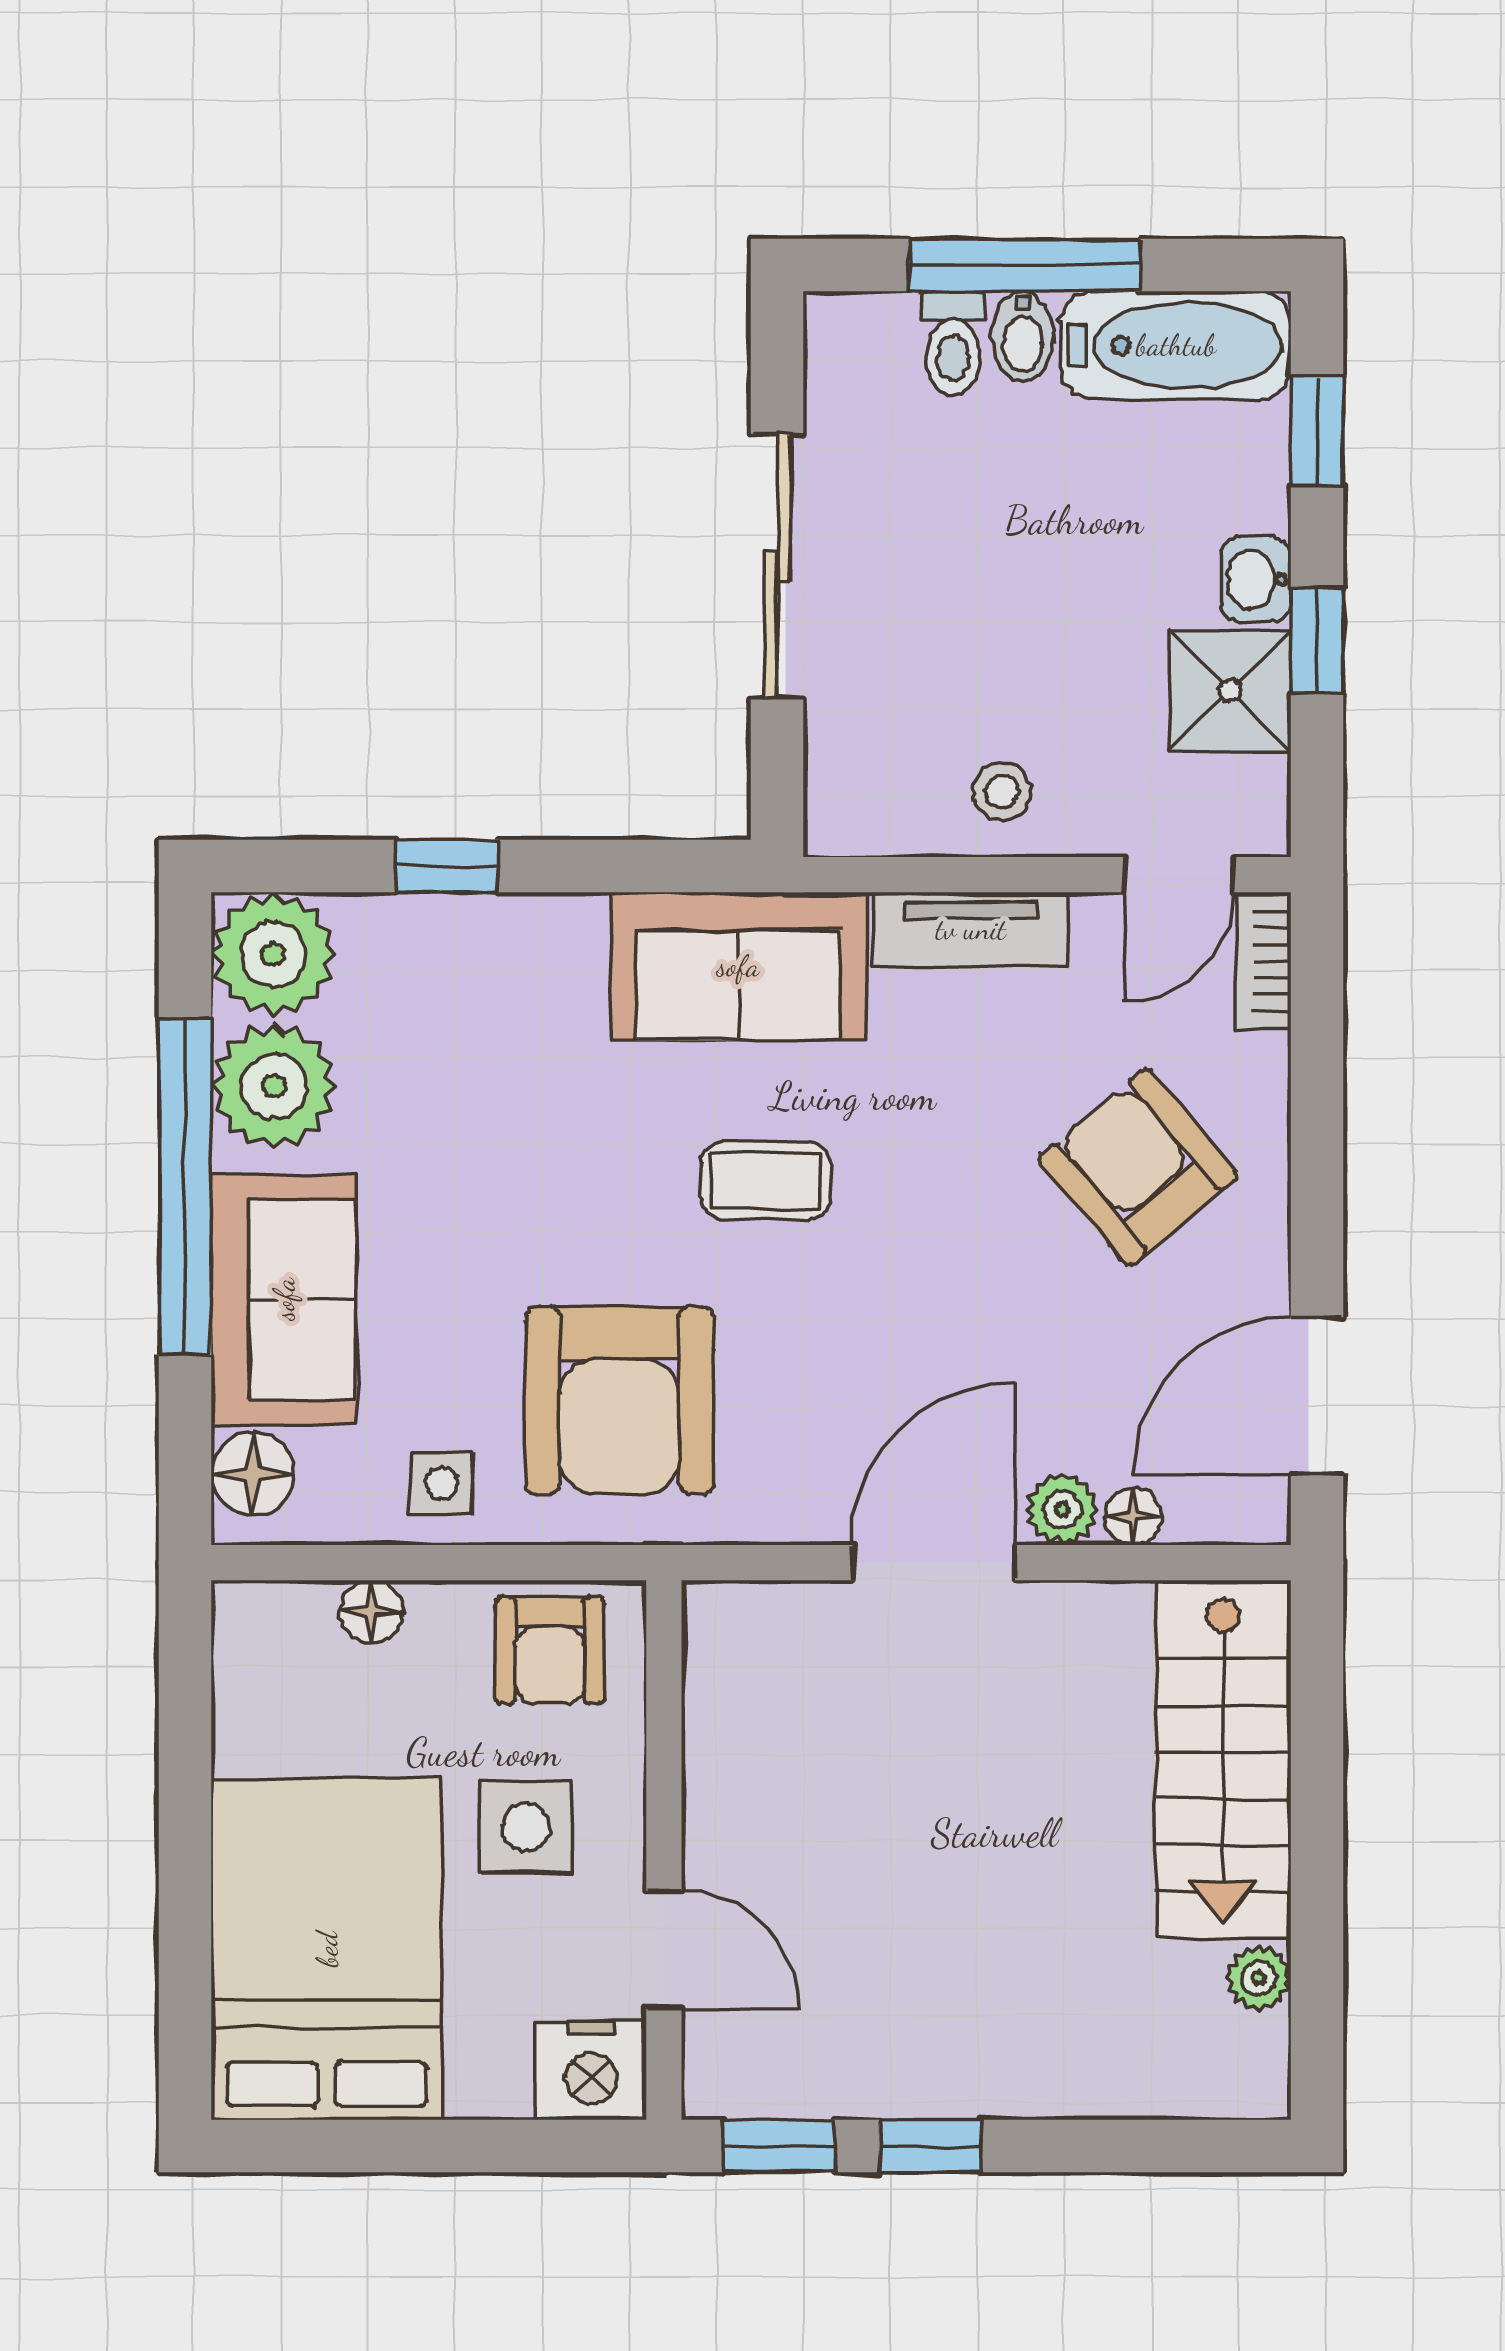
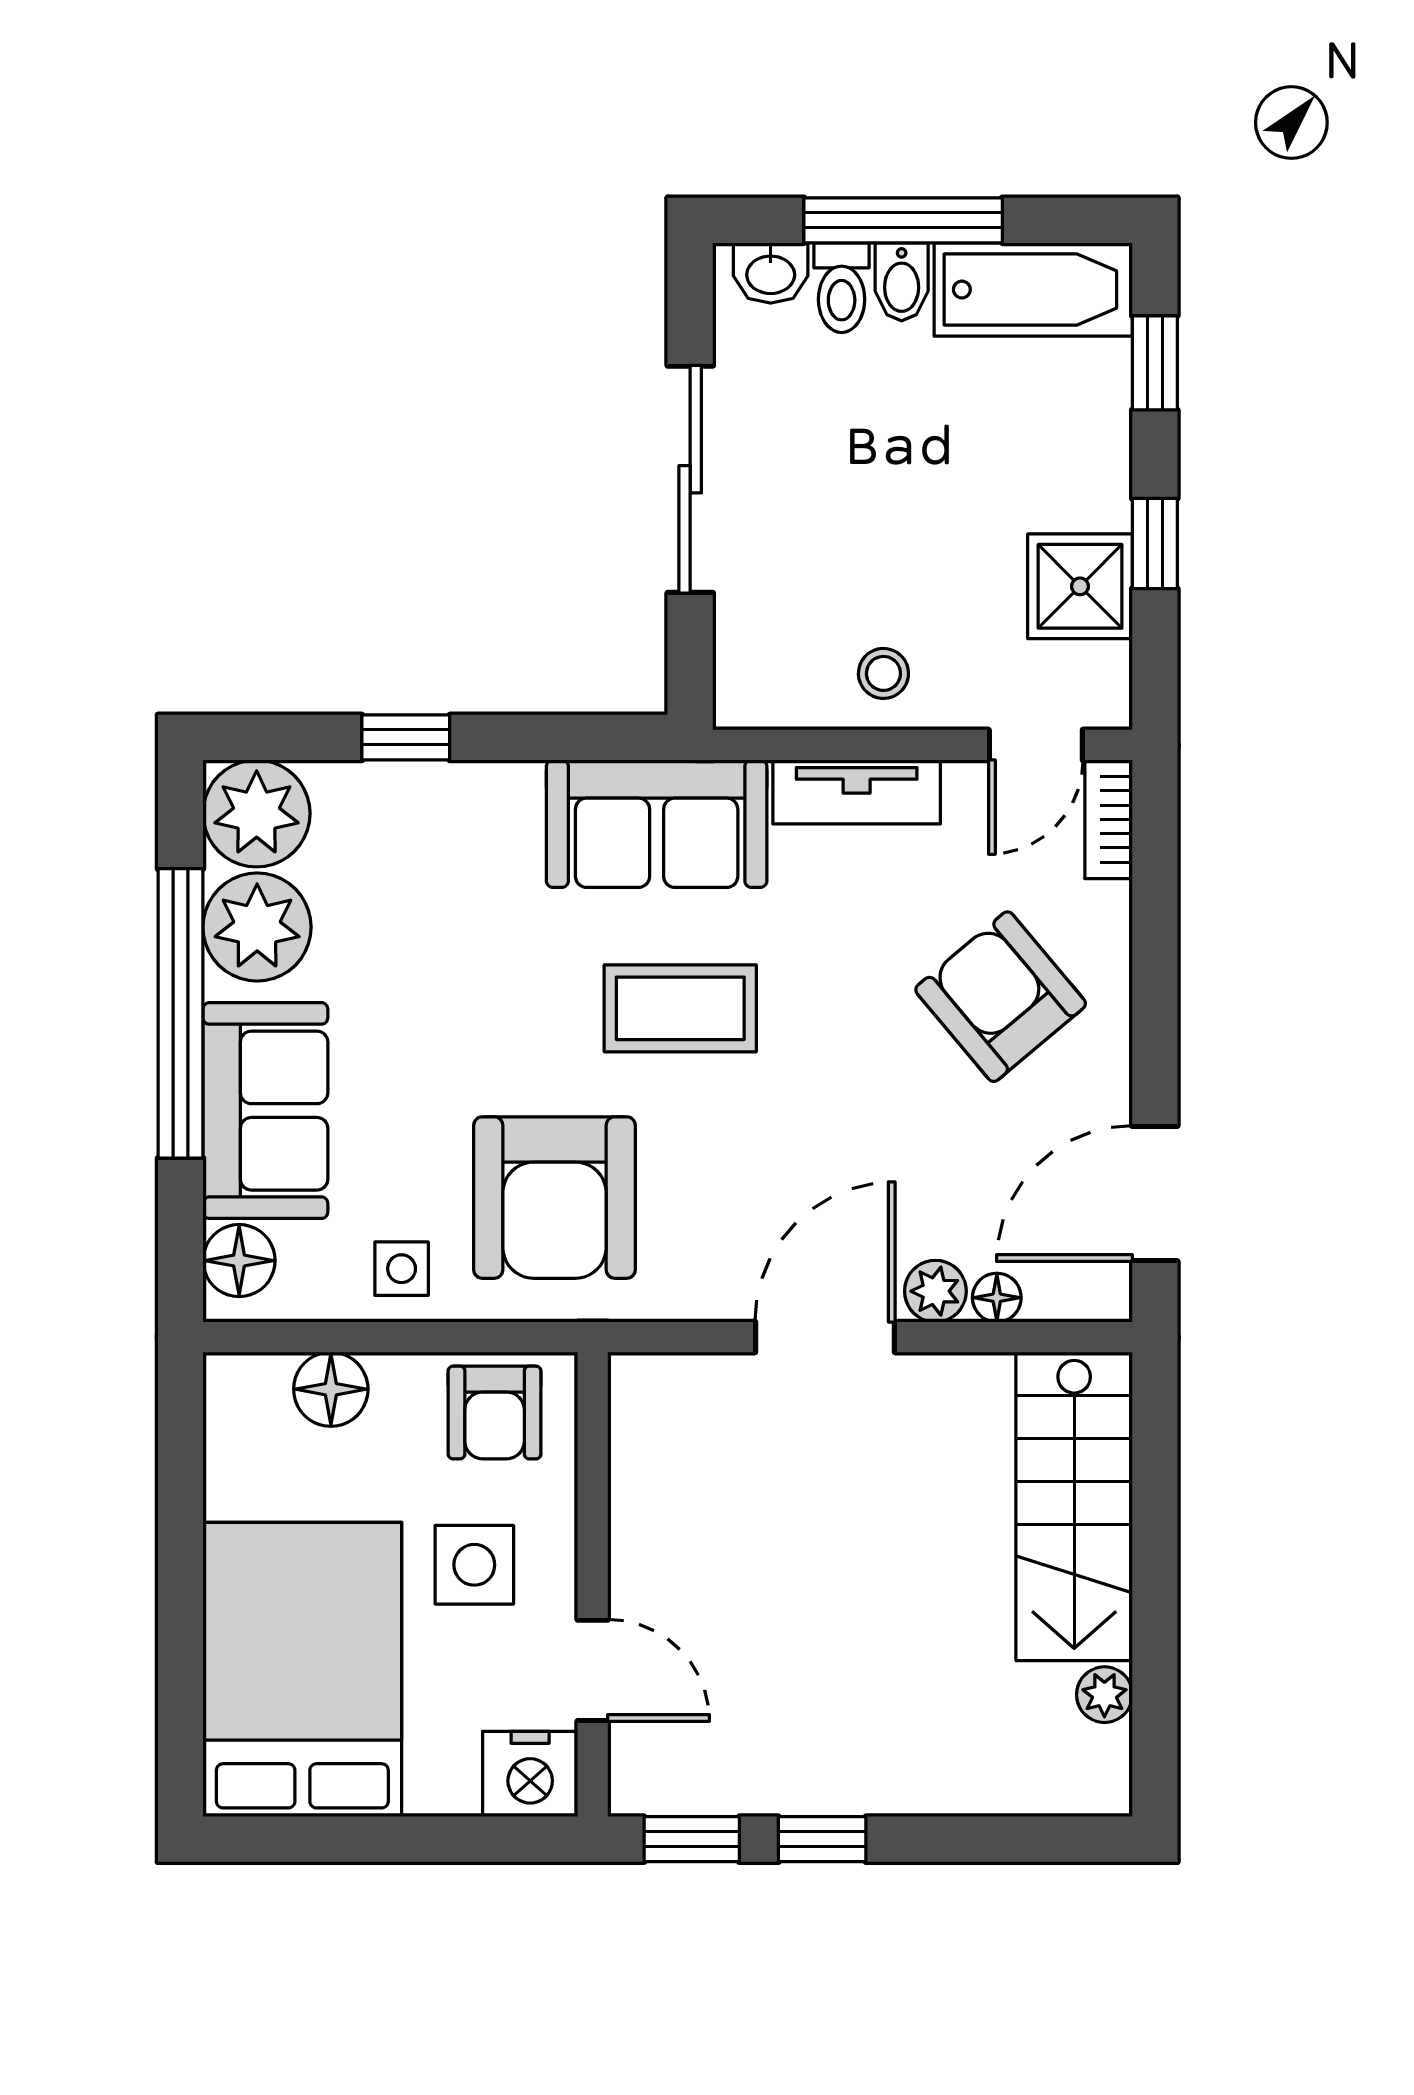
washbasin: (1256, 579) -> (771, 273), moved, turned -90
coffee table: (766, 1181) -> (680, 1008), width x1.36, depth x1.30
floor lamp: (371, 1612) -> (331, 1389), width x1.37, depth x1.37

